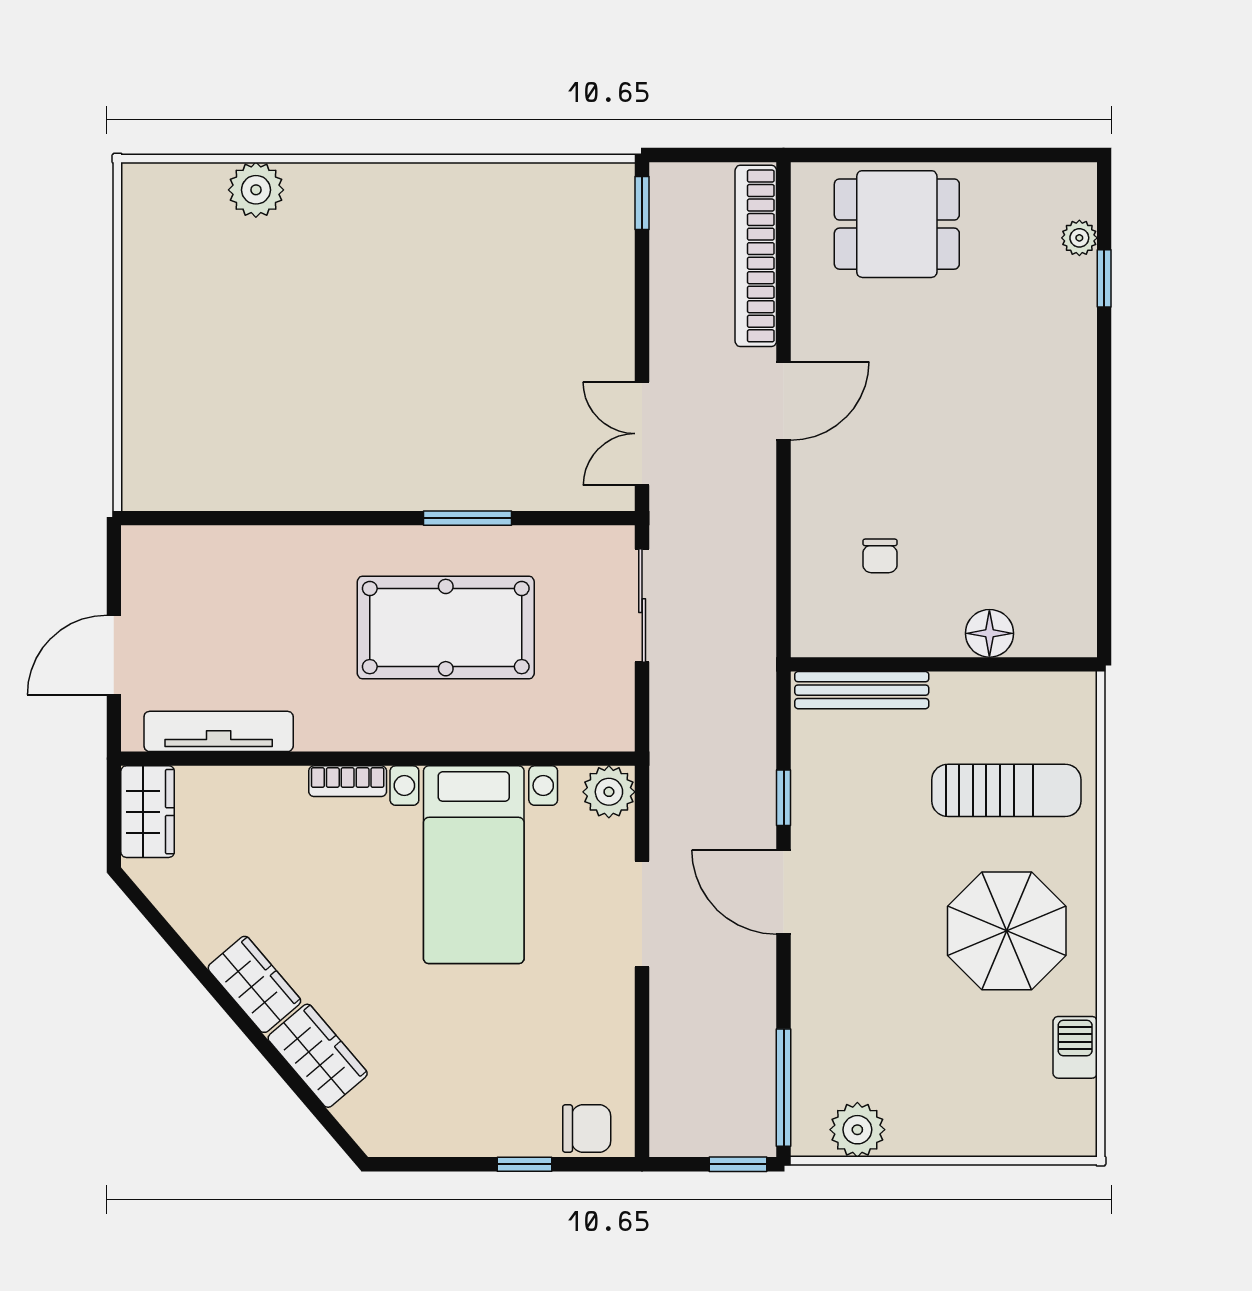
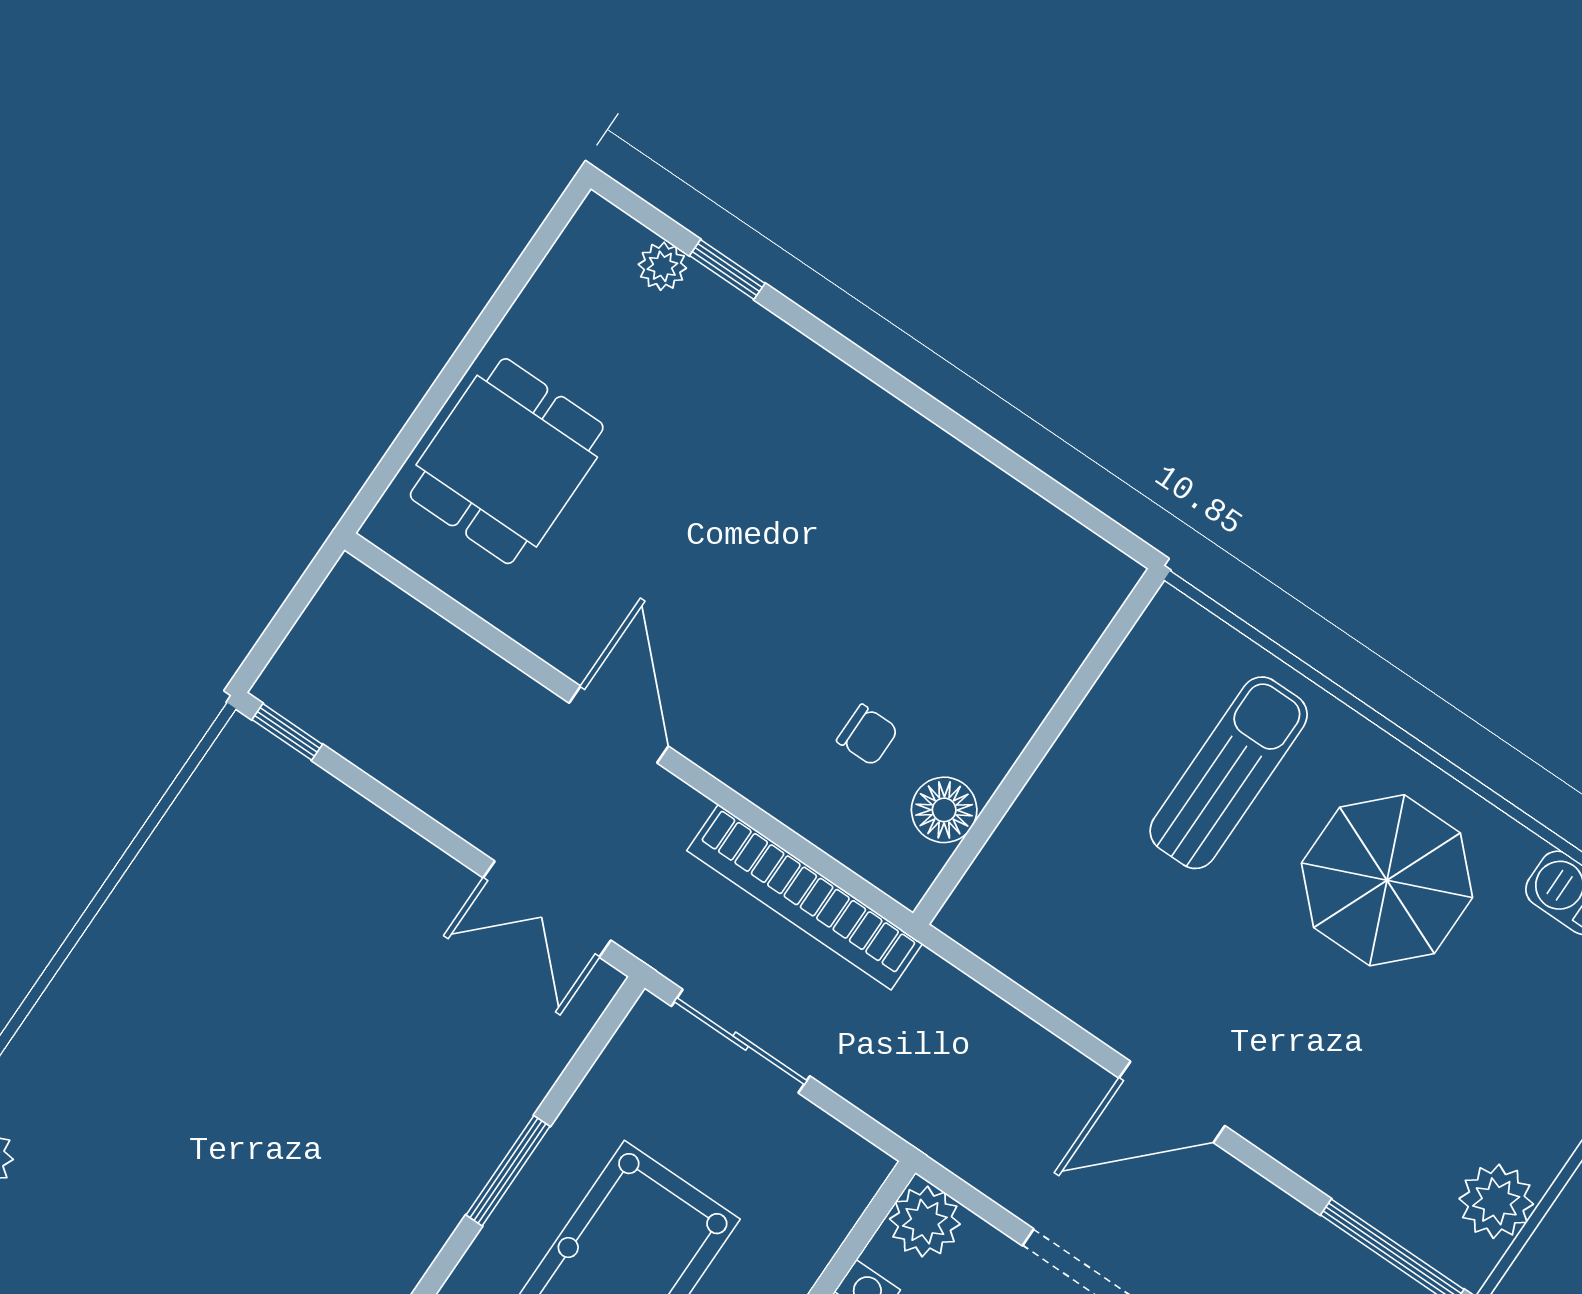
bookcase: (756, 256) -> (805, 897), moved
floor lamp: (989, 633) -> (944, 810), moved
bench: (862, 690) -> (1005, 859), removed
window: (784, 798) -> (1066, 1029), removed

